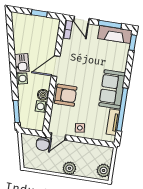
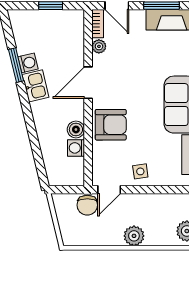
plant: (66, 44) -> (99, 46), added
washing machine: (22, 79) -> (28, 63), moved
window: (16, 112) -> (16, 65), moved

